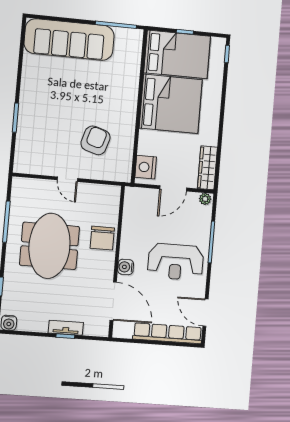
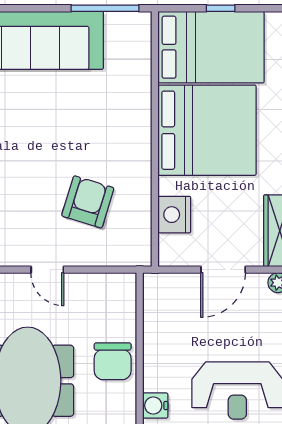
nightstand: (146, 167) -> (174, 215), moved

